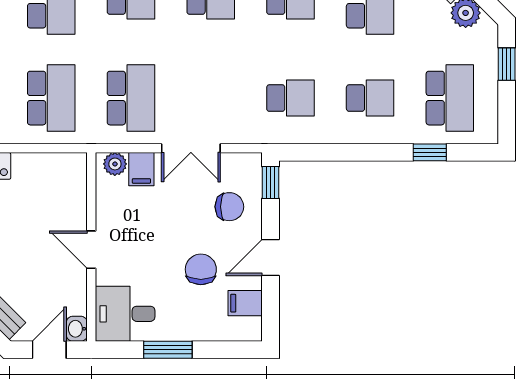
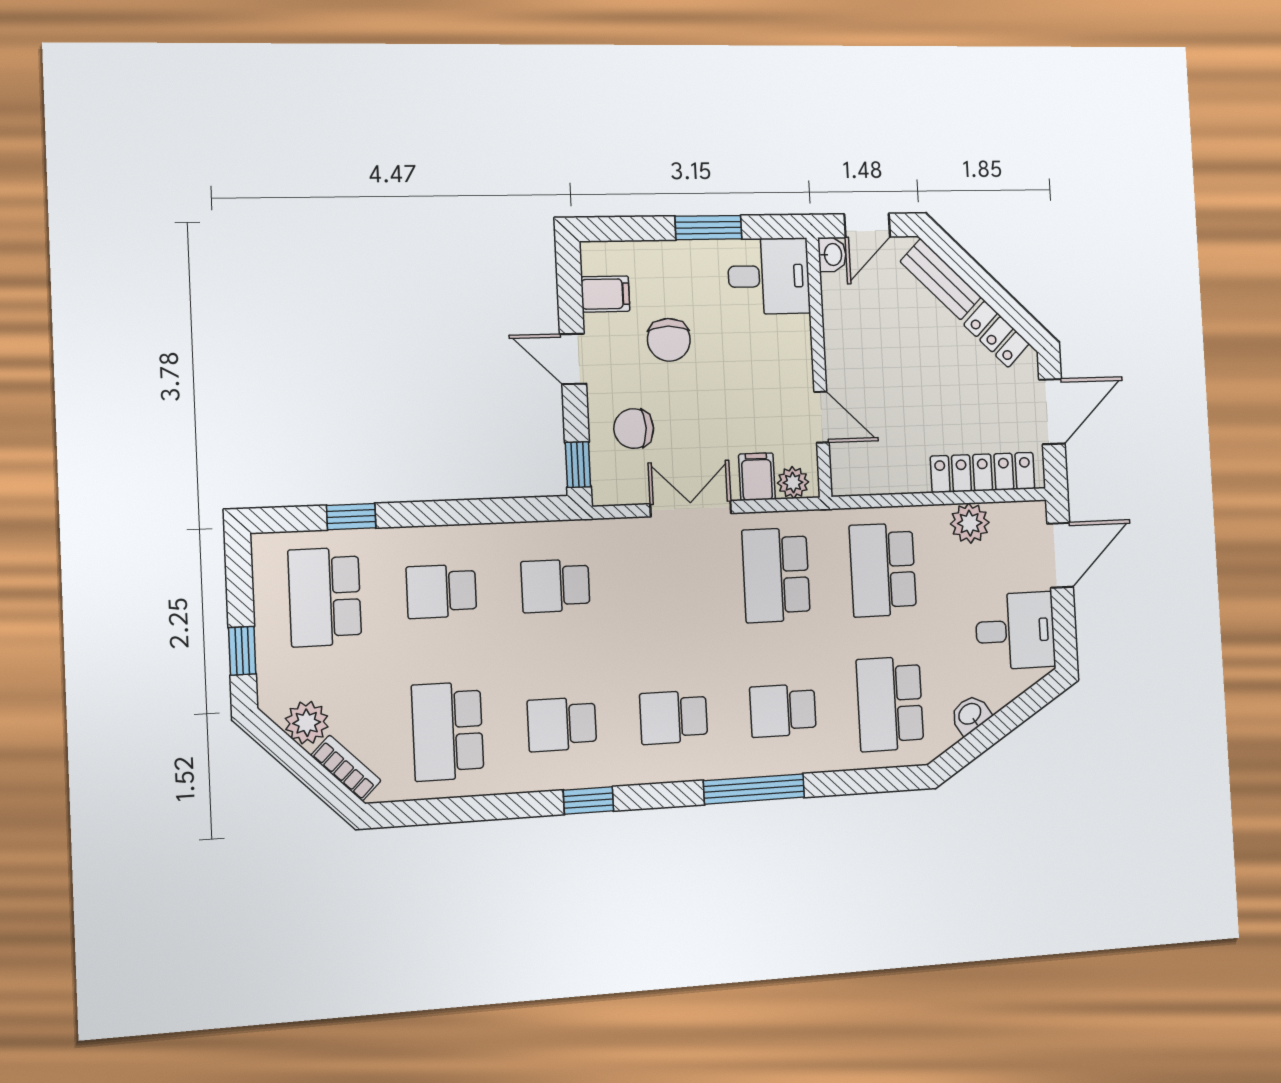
door: (91, 250) -> (822, 417), moved
door: (270, 257) -> (573, 359), swing flipped

